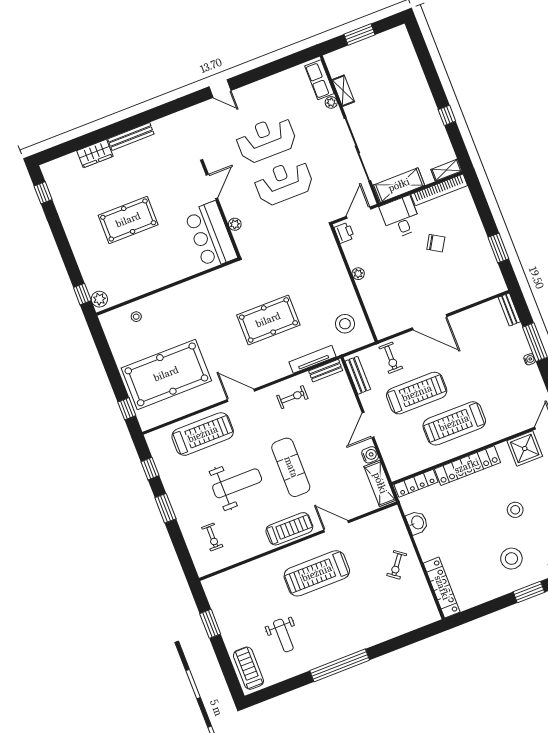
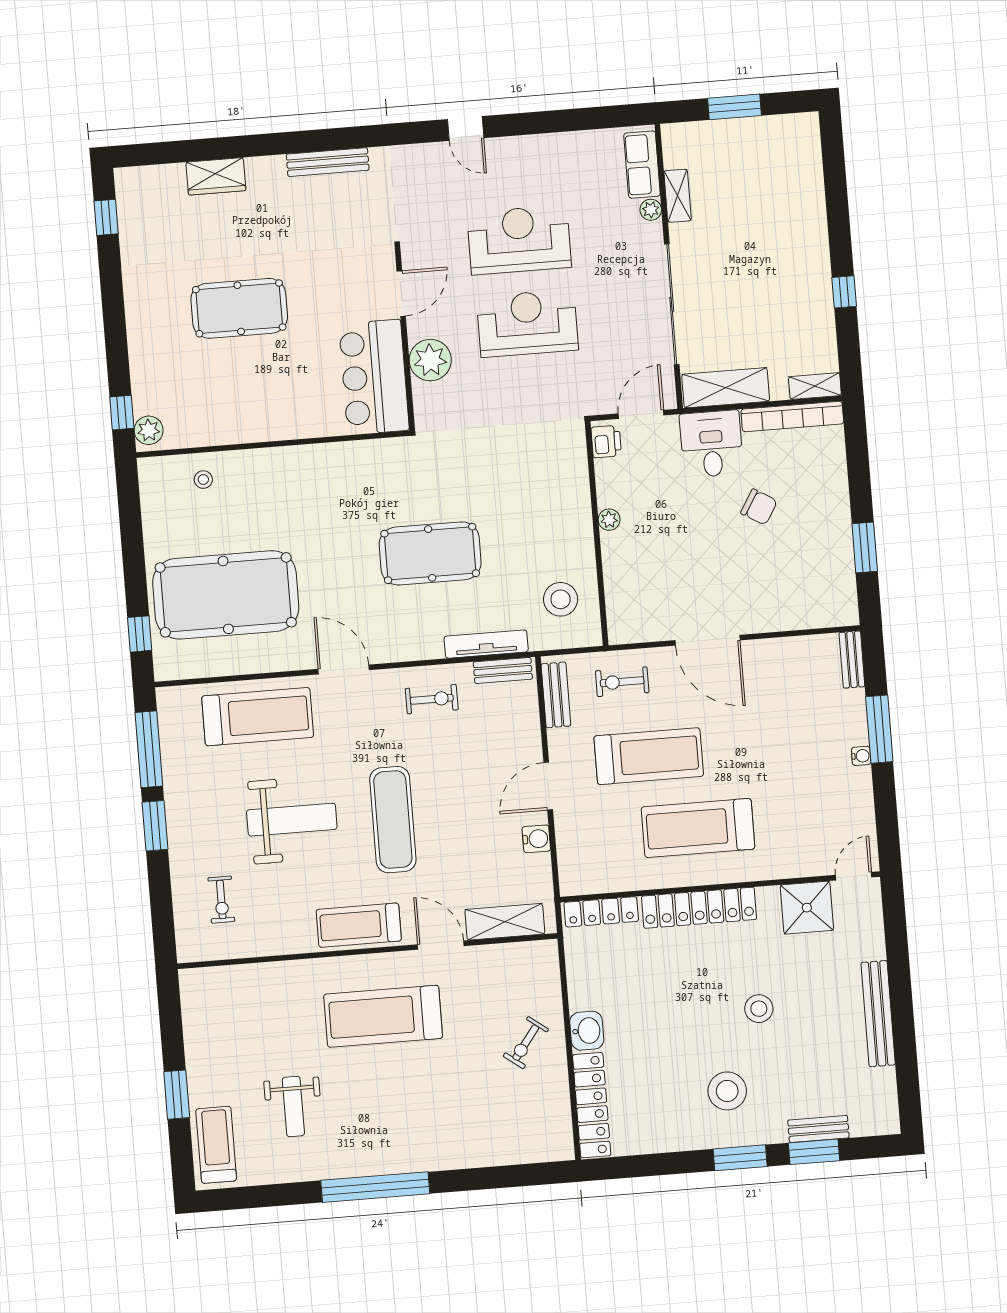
bench: (131, 136) -> (328, 162), moved
plant: (235, 224) -> (430, 360), width x1.88, depth x1.88
exercise bike: (391, 358) -> (622, 682), turned 90
window: (150, 469) -> (149, 749), width x2.17
shelving: (380, 483) -> (505, 922), moved, turned 90
washbasin: (417, 523) -> (587, 1031), moved
treadmill: (289, 529) -> (359, 925), turned 180
window: (210, 624) -> (177, 1095), moved

